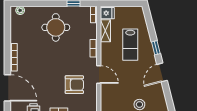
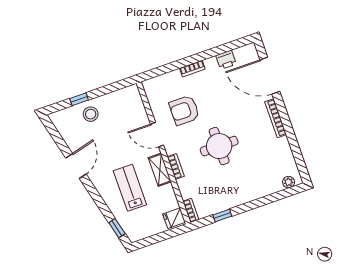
round table: (56, 27) -> (219, 146), moved
shelving: (105, 31) -> (160, 170), moved
window: (156, 48) -> (117, 228), moved

